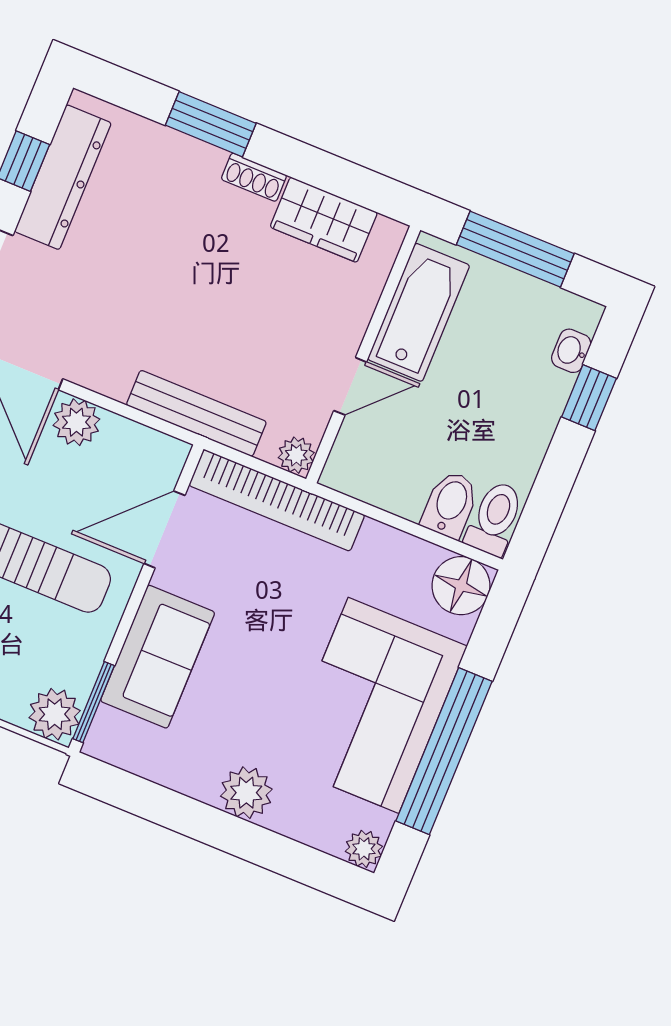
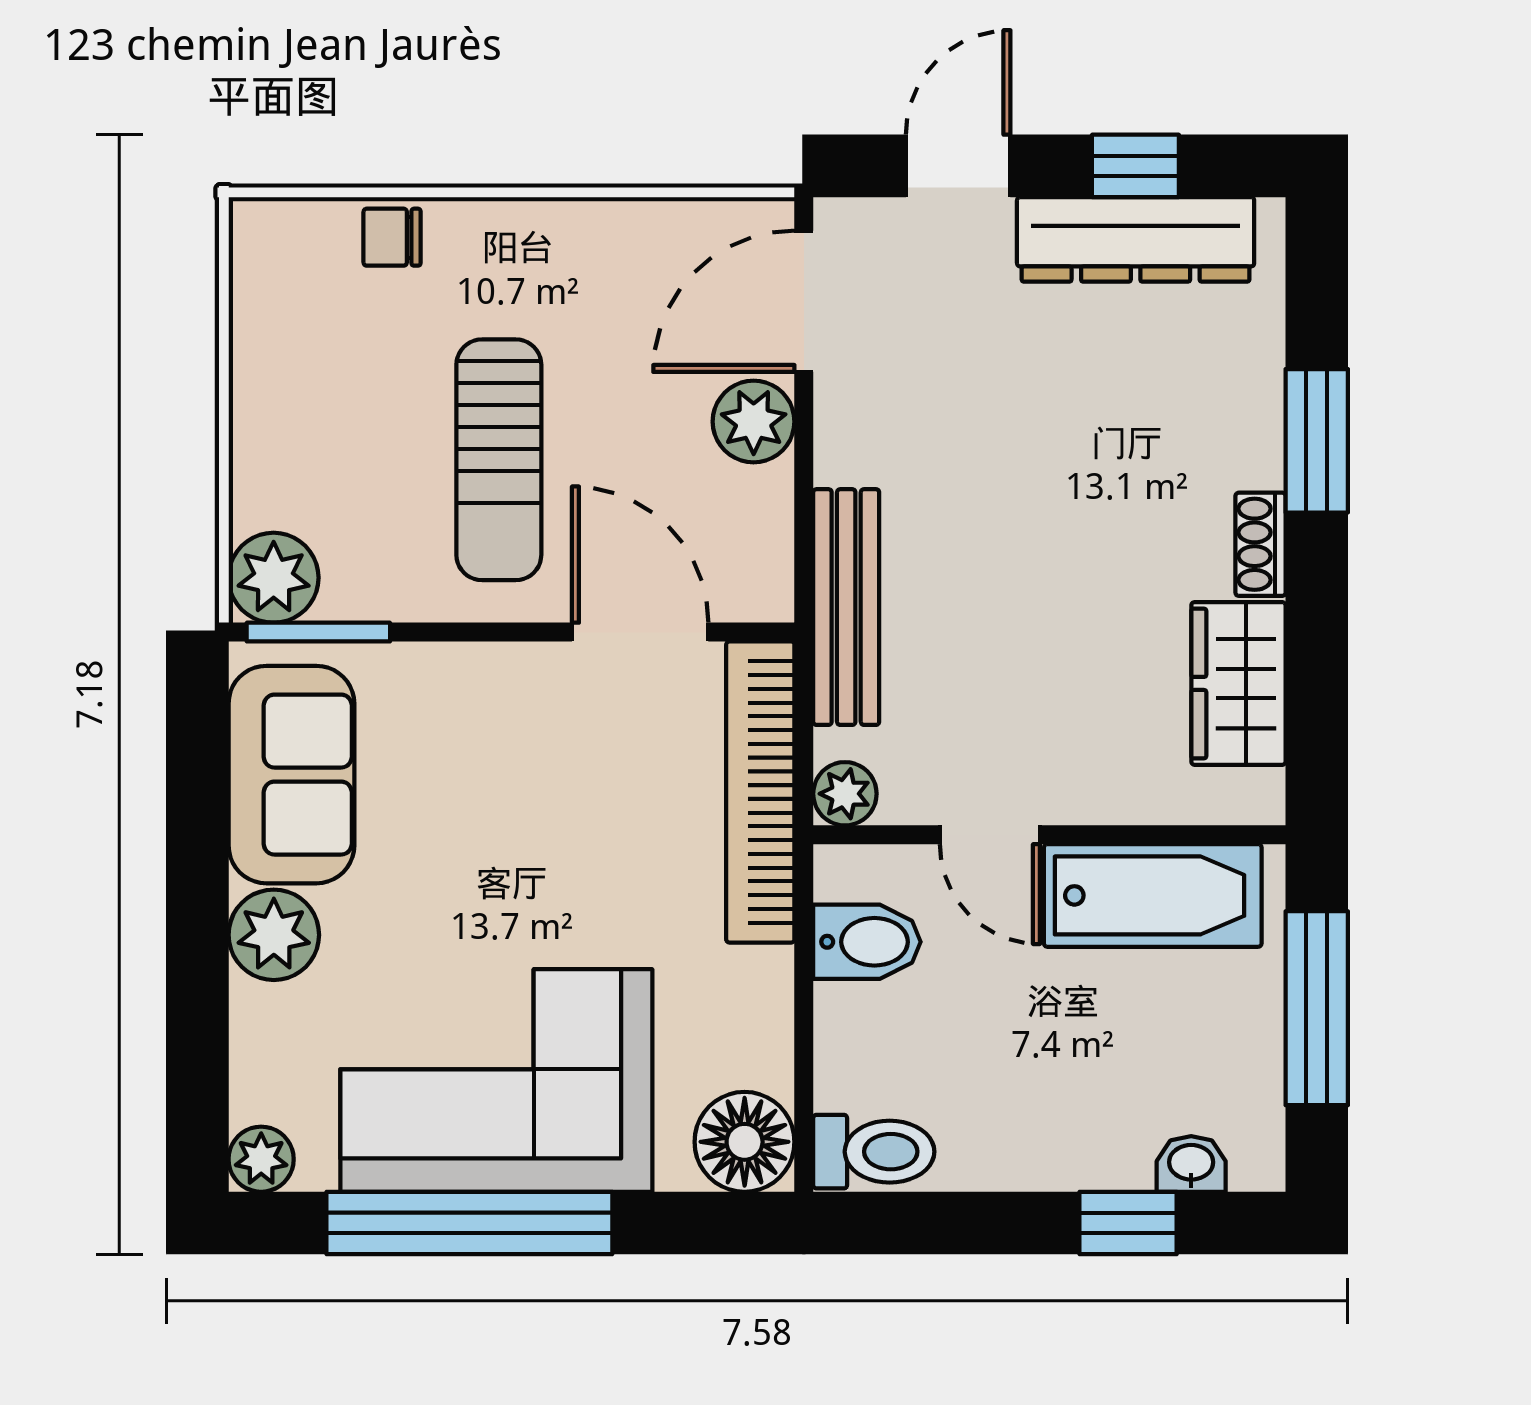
bidet: (450, 504) -> (867, 942), moved
sofa: (158, 657) -> (291, 775), moved, turned -90

